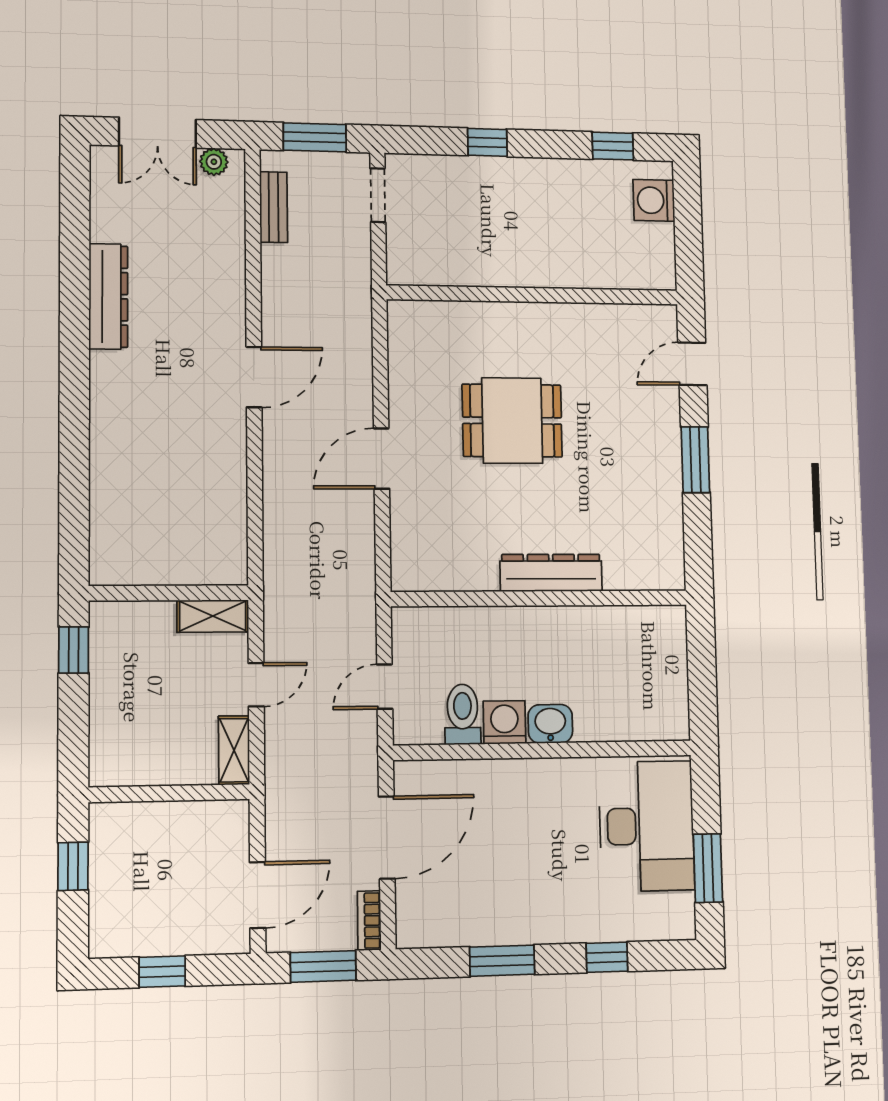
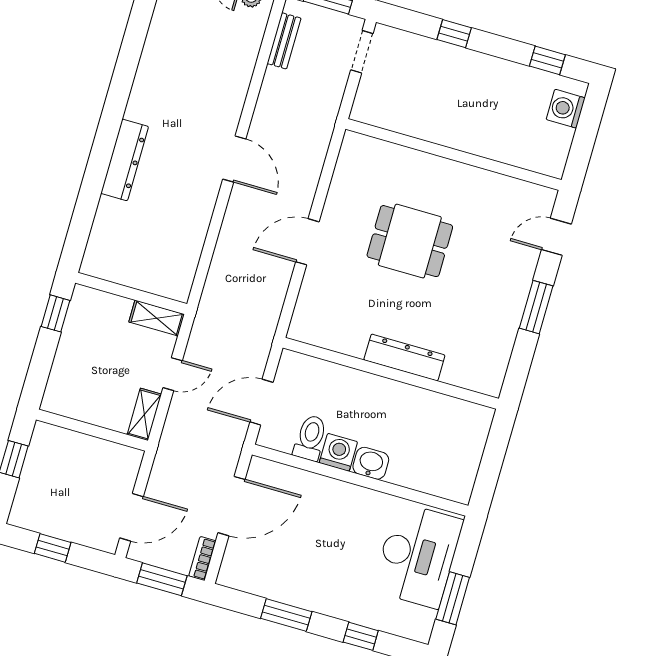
dresser: (108, 296) -> (125, 160), moved
door: (254, 377) -> (234, 159), hinge flipped
door: (385, 687) -> (261, 402), width x1.38

